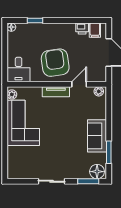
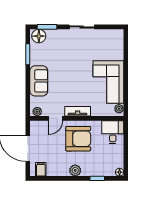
printer: (82, 28) -> (53, 171), removed
plant: (58, 29) -> (75, 170), added
armchair: (55, 63) -> (78, 139), turned -82
sofa: (97, 136) -> (39, 81), moved

